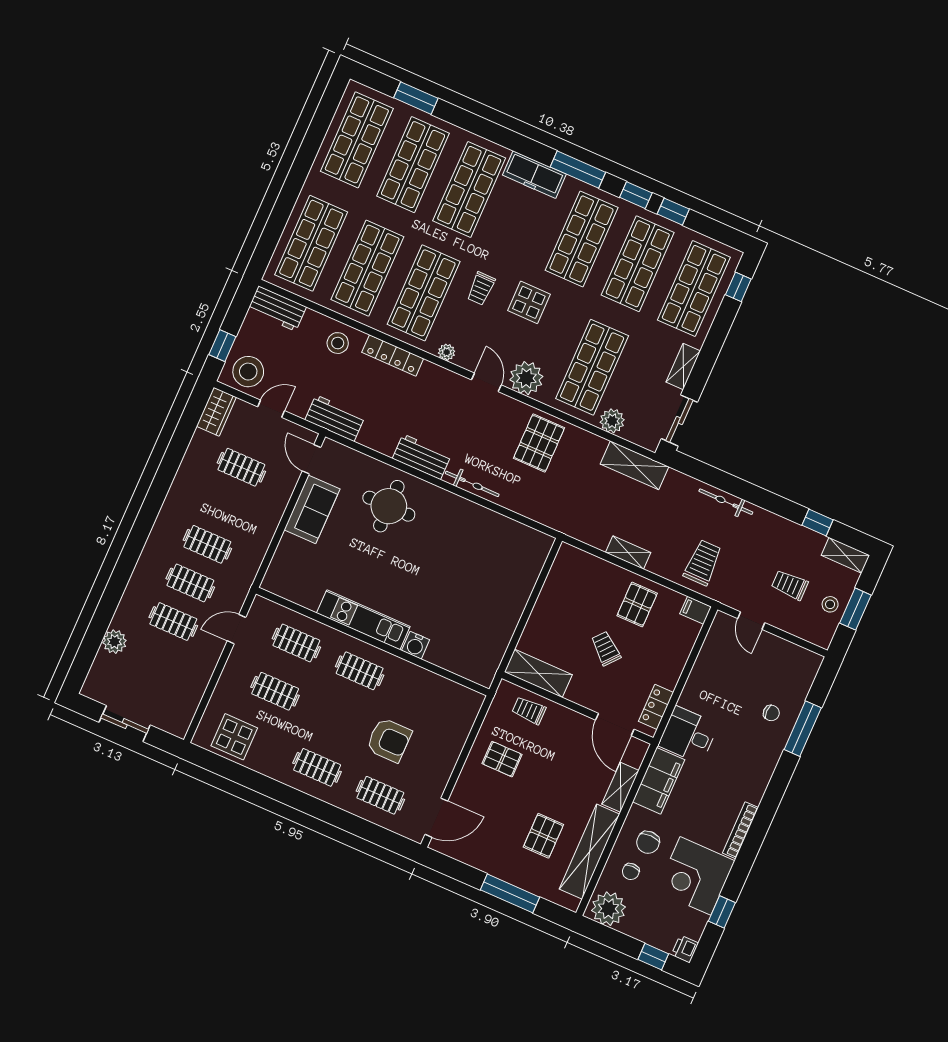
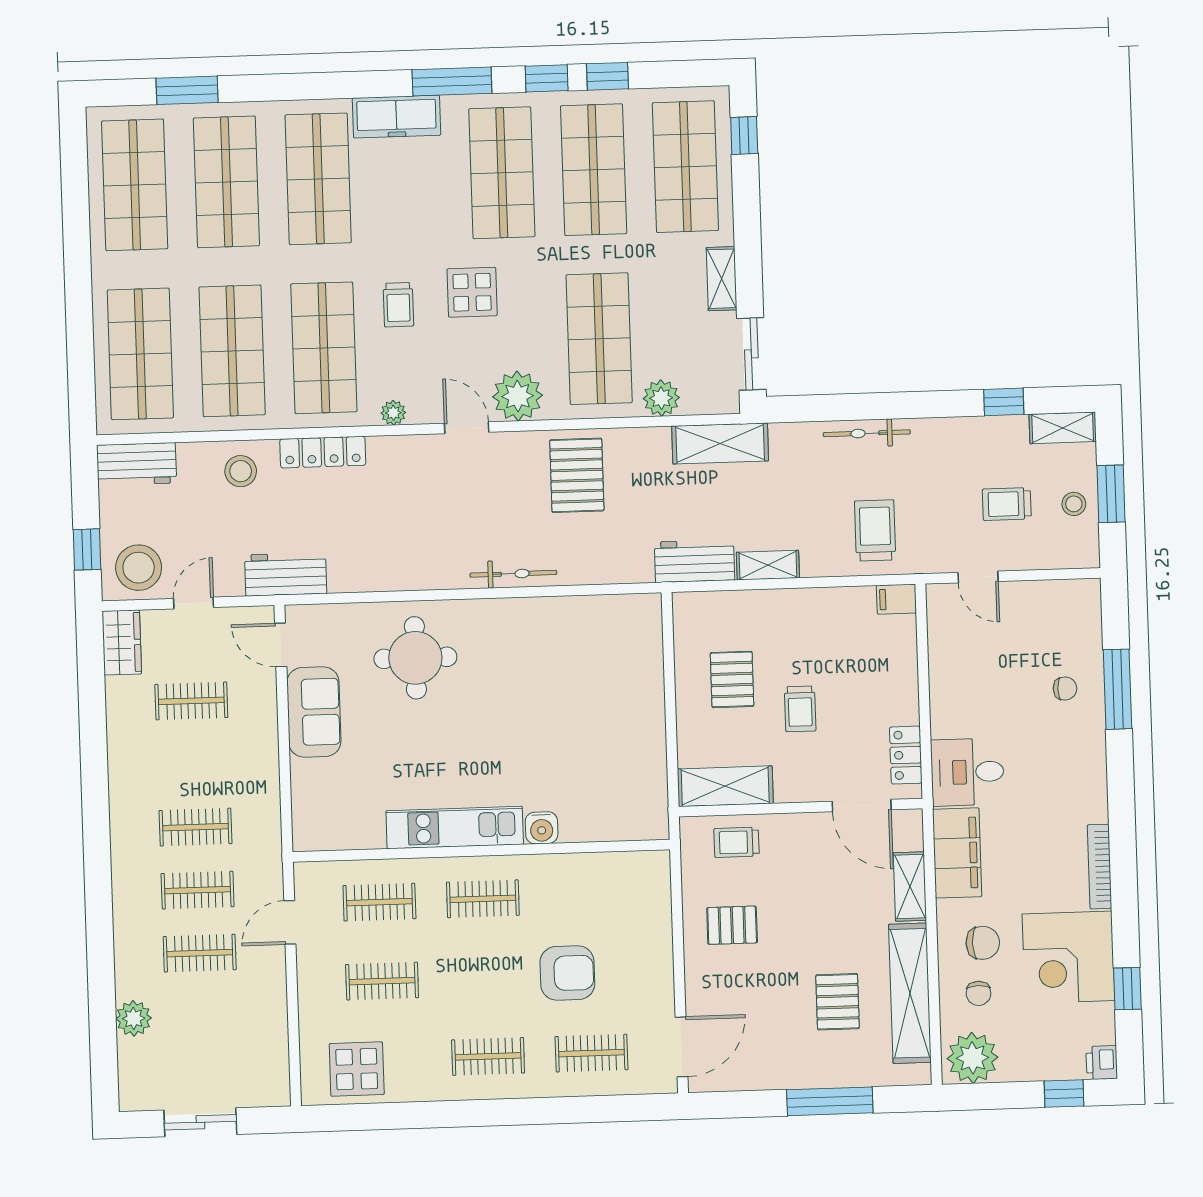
workbench: (422, 457) -> (695, 561), moved
pallet: (637, 605) -> (732, 679), moved
trolley: (606, 648) -> (800, 709), turned -130
chair: (648, 842) -> (983, 943), turned -90

